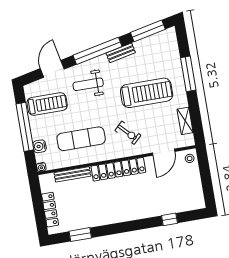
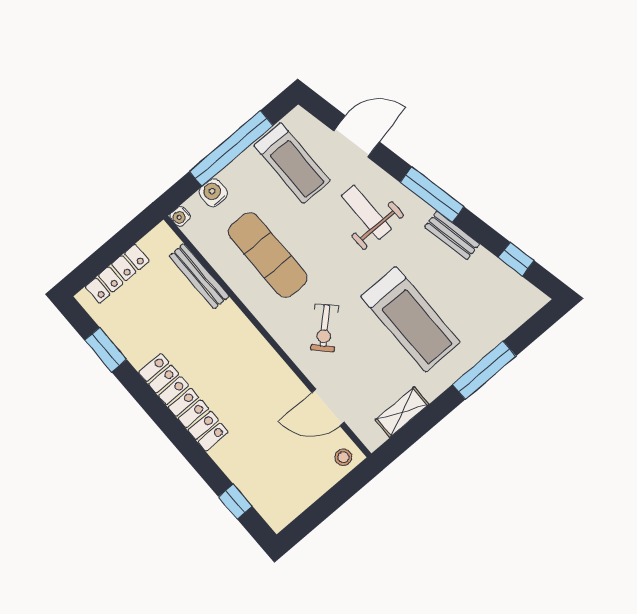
window: (148, 31) -> (516, 259), width x0.46
window: (98, 51) -> (432, 195), width x0.68
locker: (118, 169) -> (183, 402), moved, turned 180
window: (169, 219) -> (235, 502), moved

